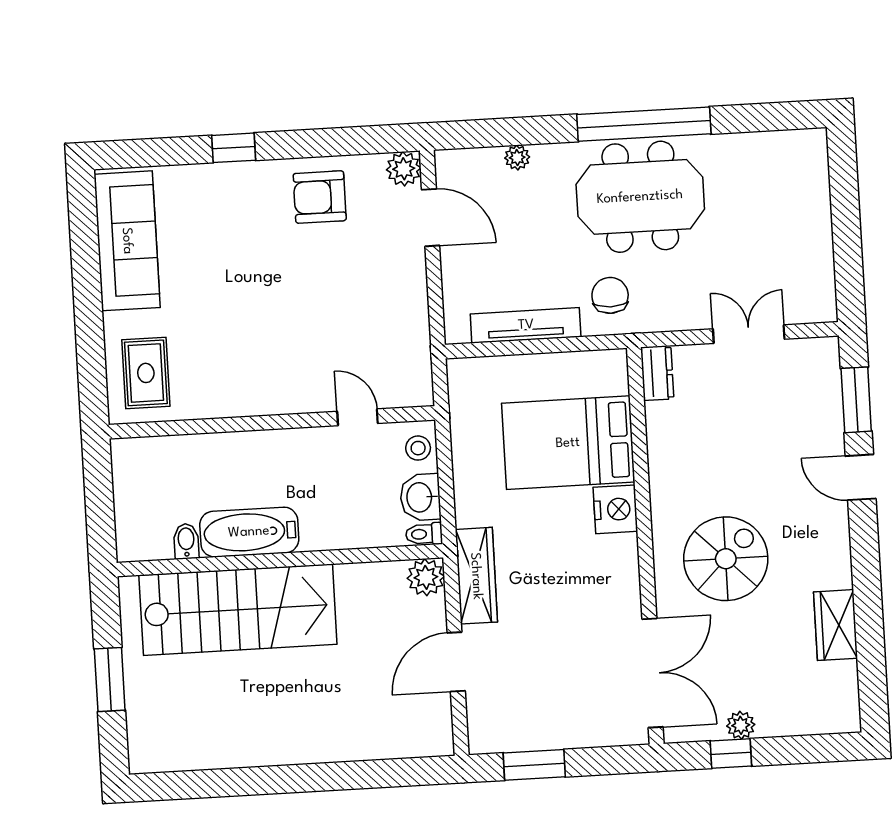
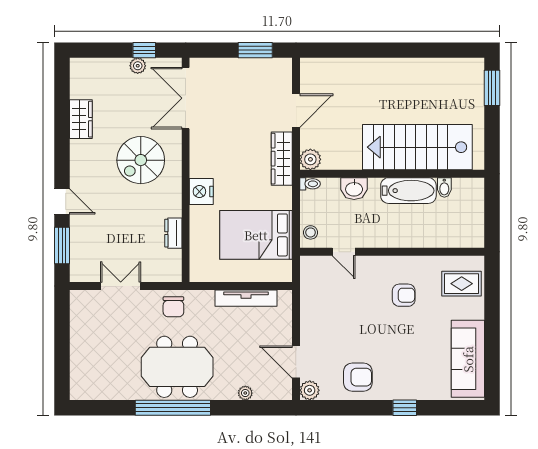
chair: (610, 295) -> (173, 307), moved
double door: (749, 334) -> (121, 286), swing flipped
armchair: (247, 347) -> (404, 295), added
rug: (146, 373) -> (462, 284), turned 90
dresser: (657, 373) -> (173, 233), moved
bed: (568, 443) -> (256, 235), moved, turned 180
washbasin: (420, 497) -> (354, 189), moved, turned 90
window: (110, 680) -> (492, 88), moved

